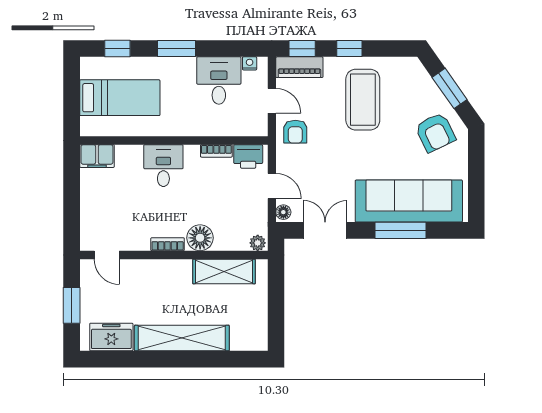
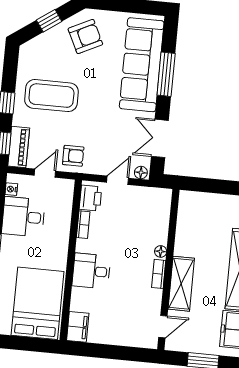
window: (450, 88) -> (49, 21), width x0.67
bed: (120, 98) -> (38, 303), width x1.50
floor lamp: (200, 238) -> (161, 251), width x0.53, depth x0.53
plant: (258, 243) -> (165, 197), removed
shelving: (224, 271) -> (181, 284), moved

